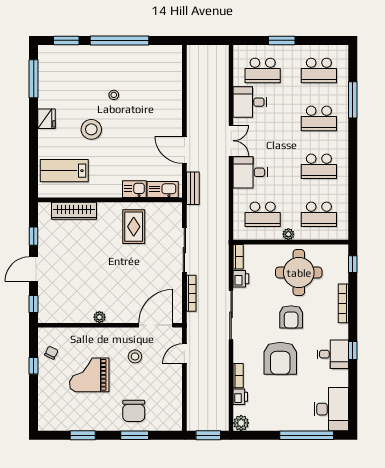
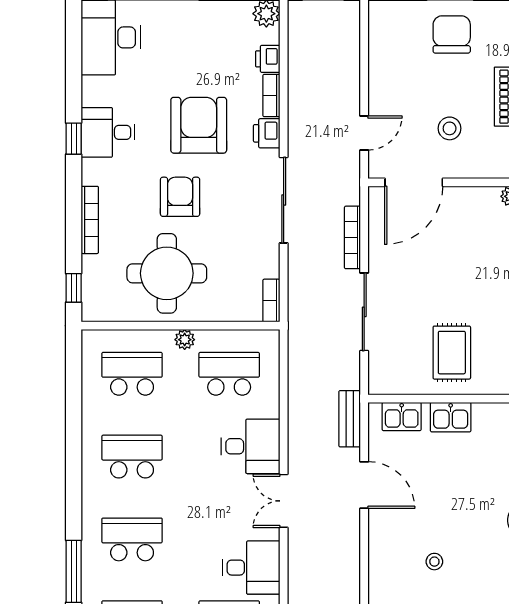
stool: (114, 95) -> (434, 562), moved
kitchen sink: (163, 190) -> (402, 417), width x0.73
printer: (241, 279) -> (267, 133), moved

